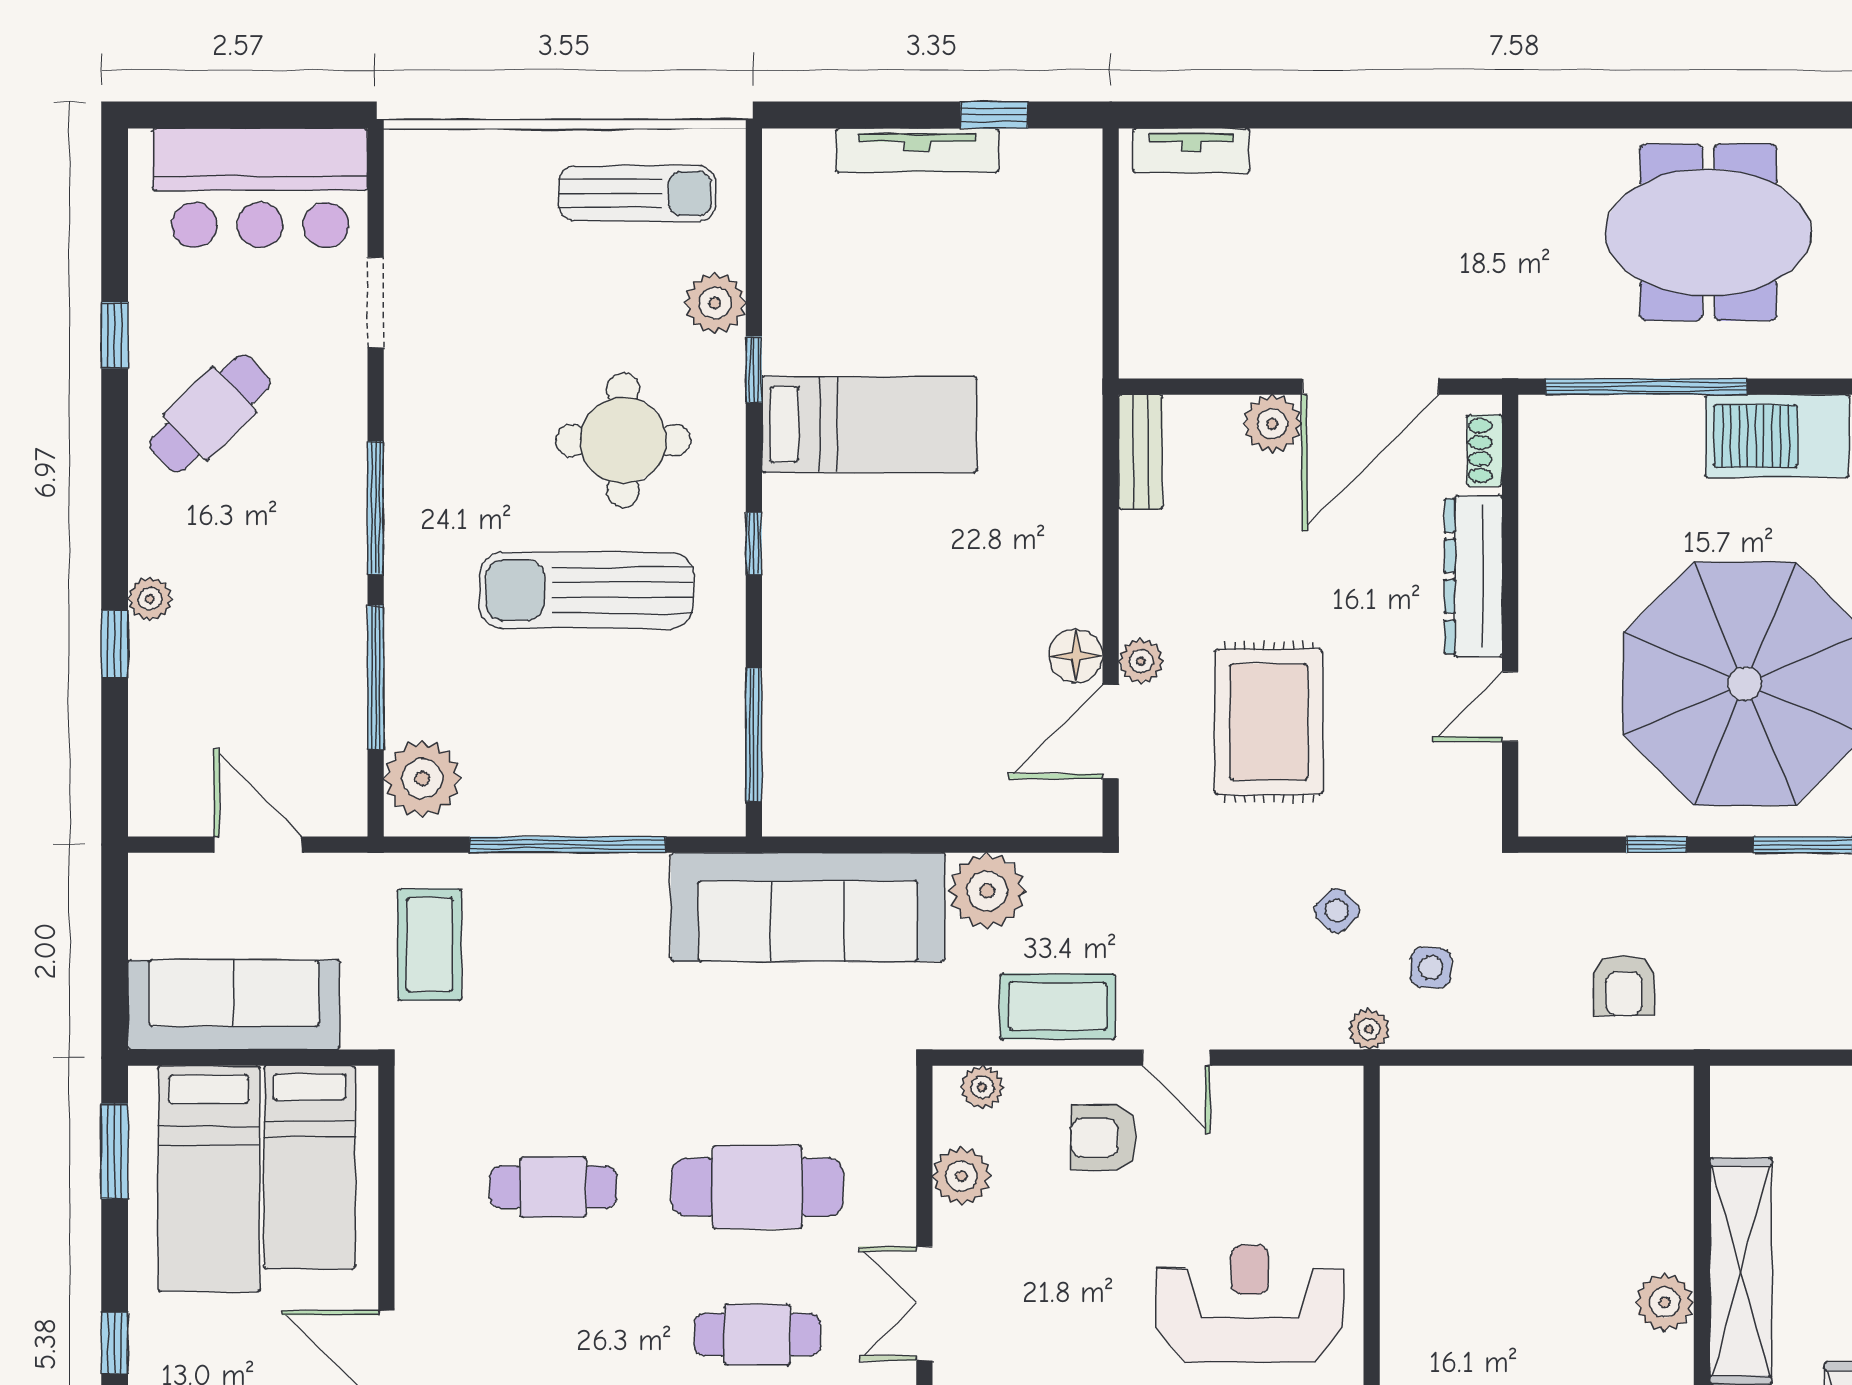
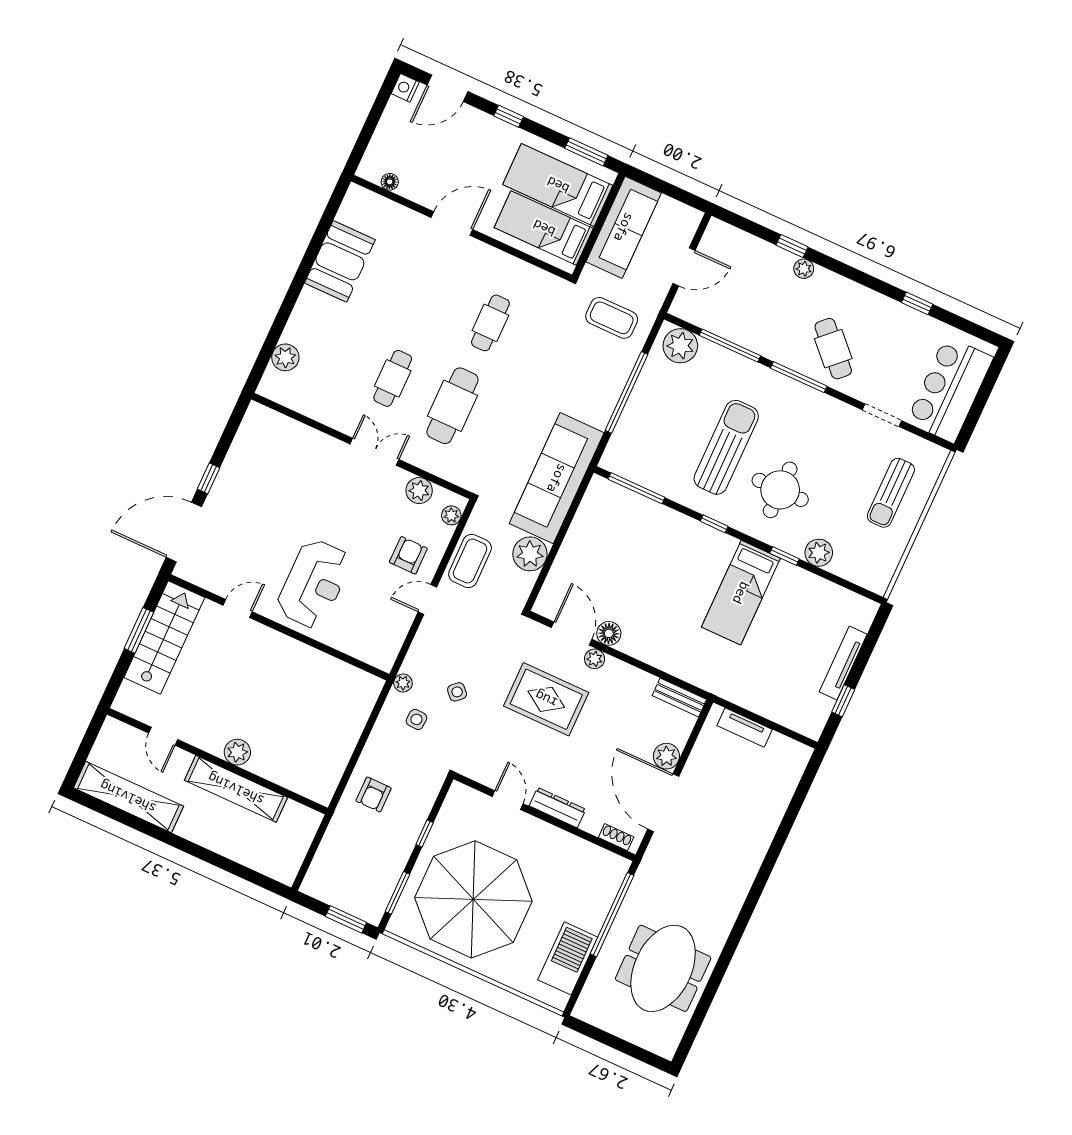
tv unit: (1191, 151) -> (745, 728), moved, turned -90
sun lounger: (637, 193) -> (891, 493), moved
cafe table: (210, 413) -> (833, 349), moved
dresser: (1473, 576) -> (557, 808), width x0.73, depth x0.80
armchair: (1624, 985) -> (374, 794), turned -90

